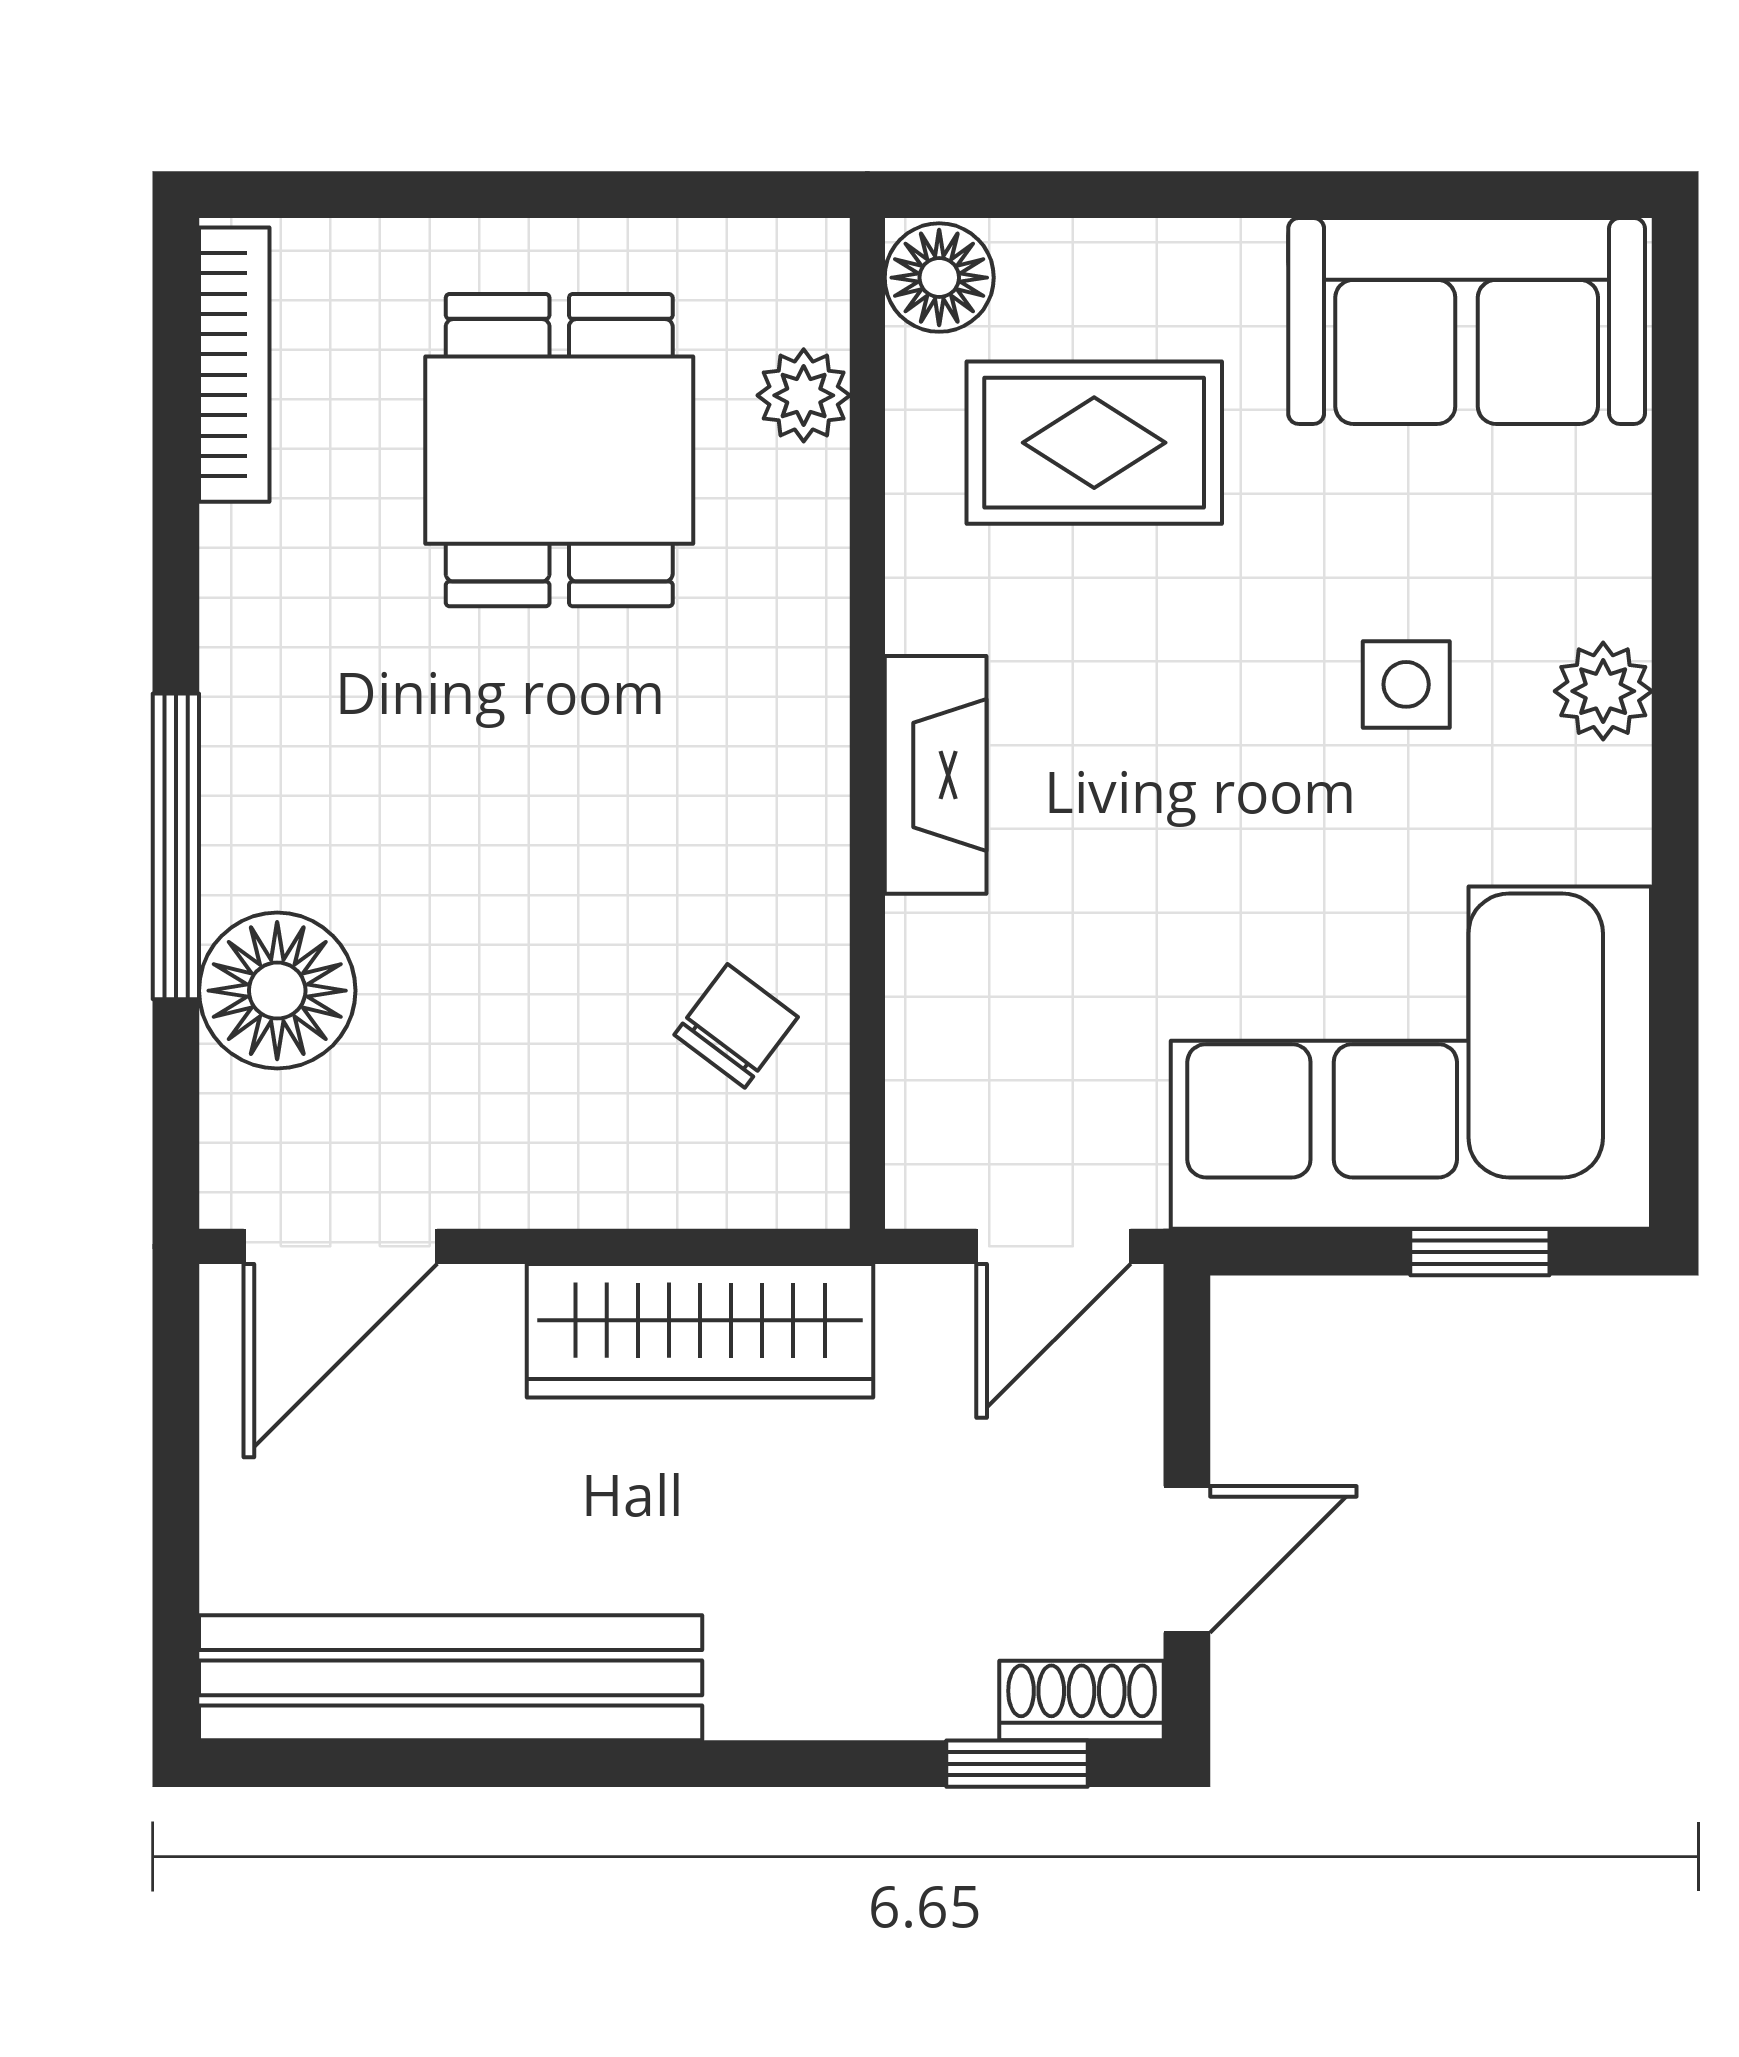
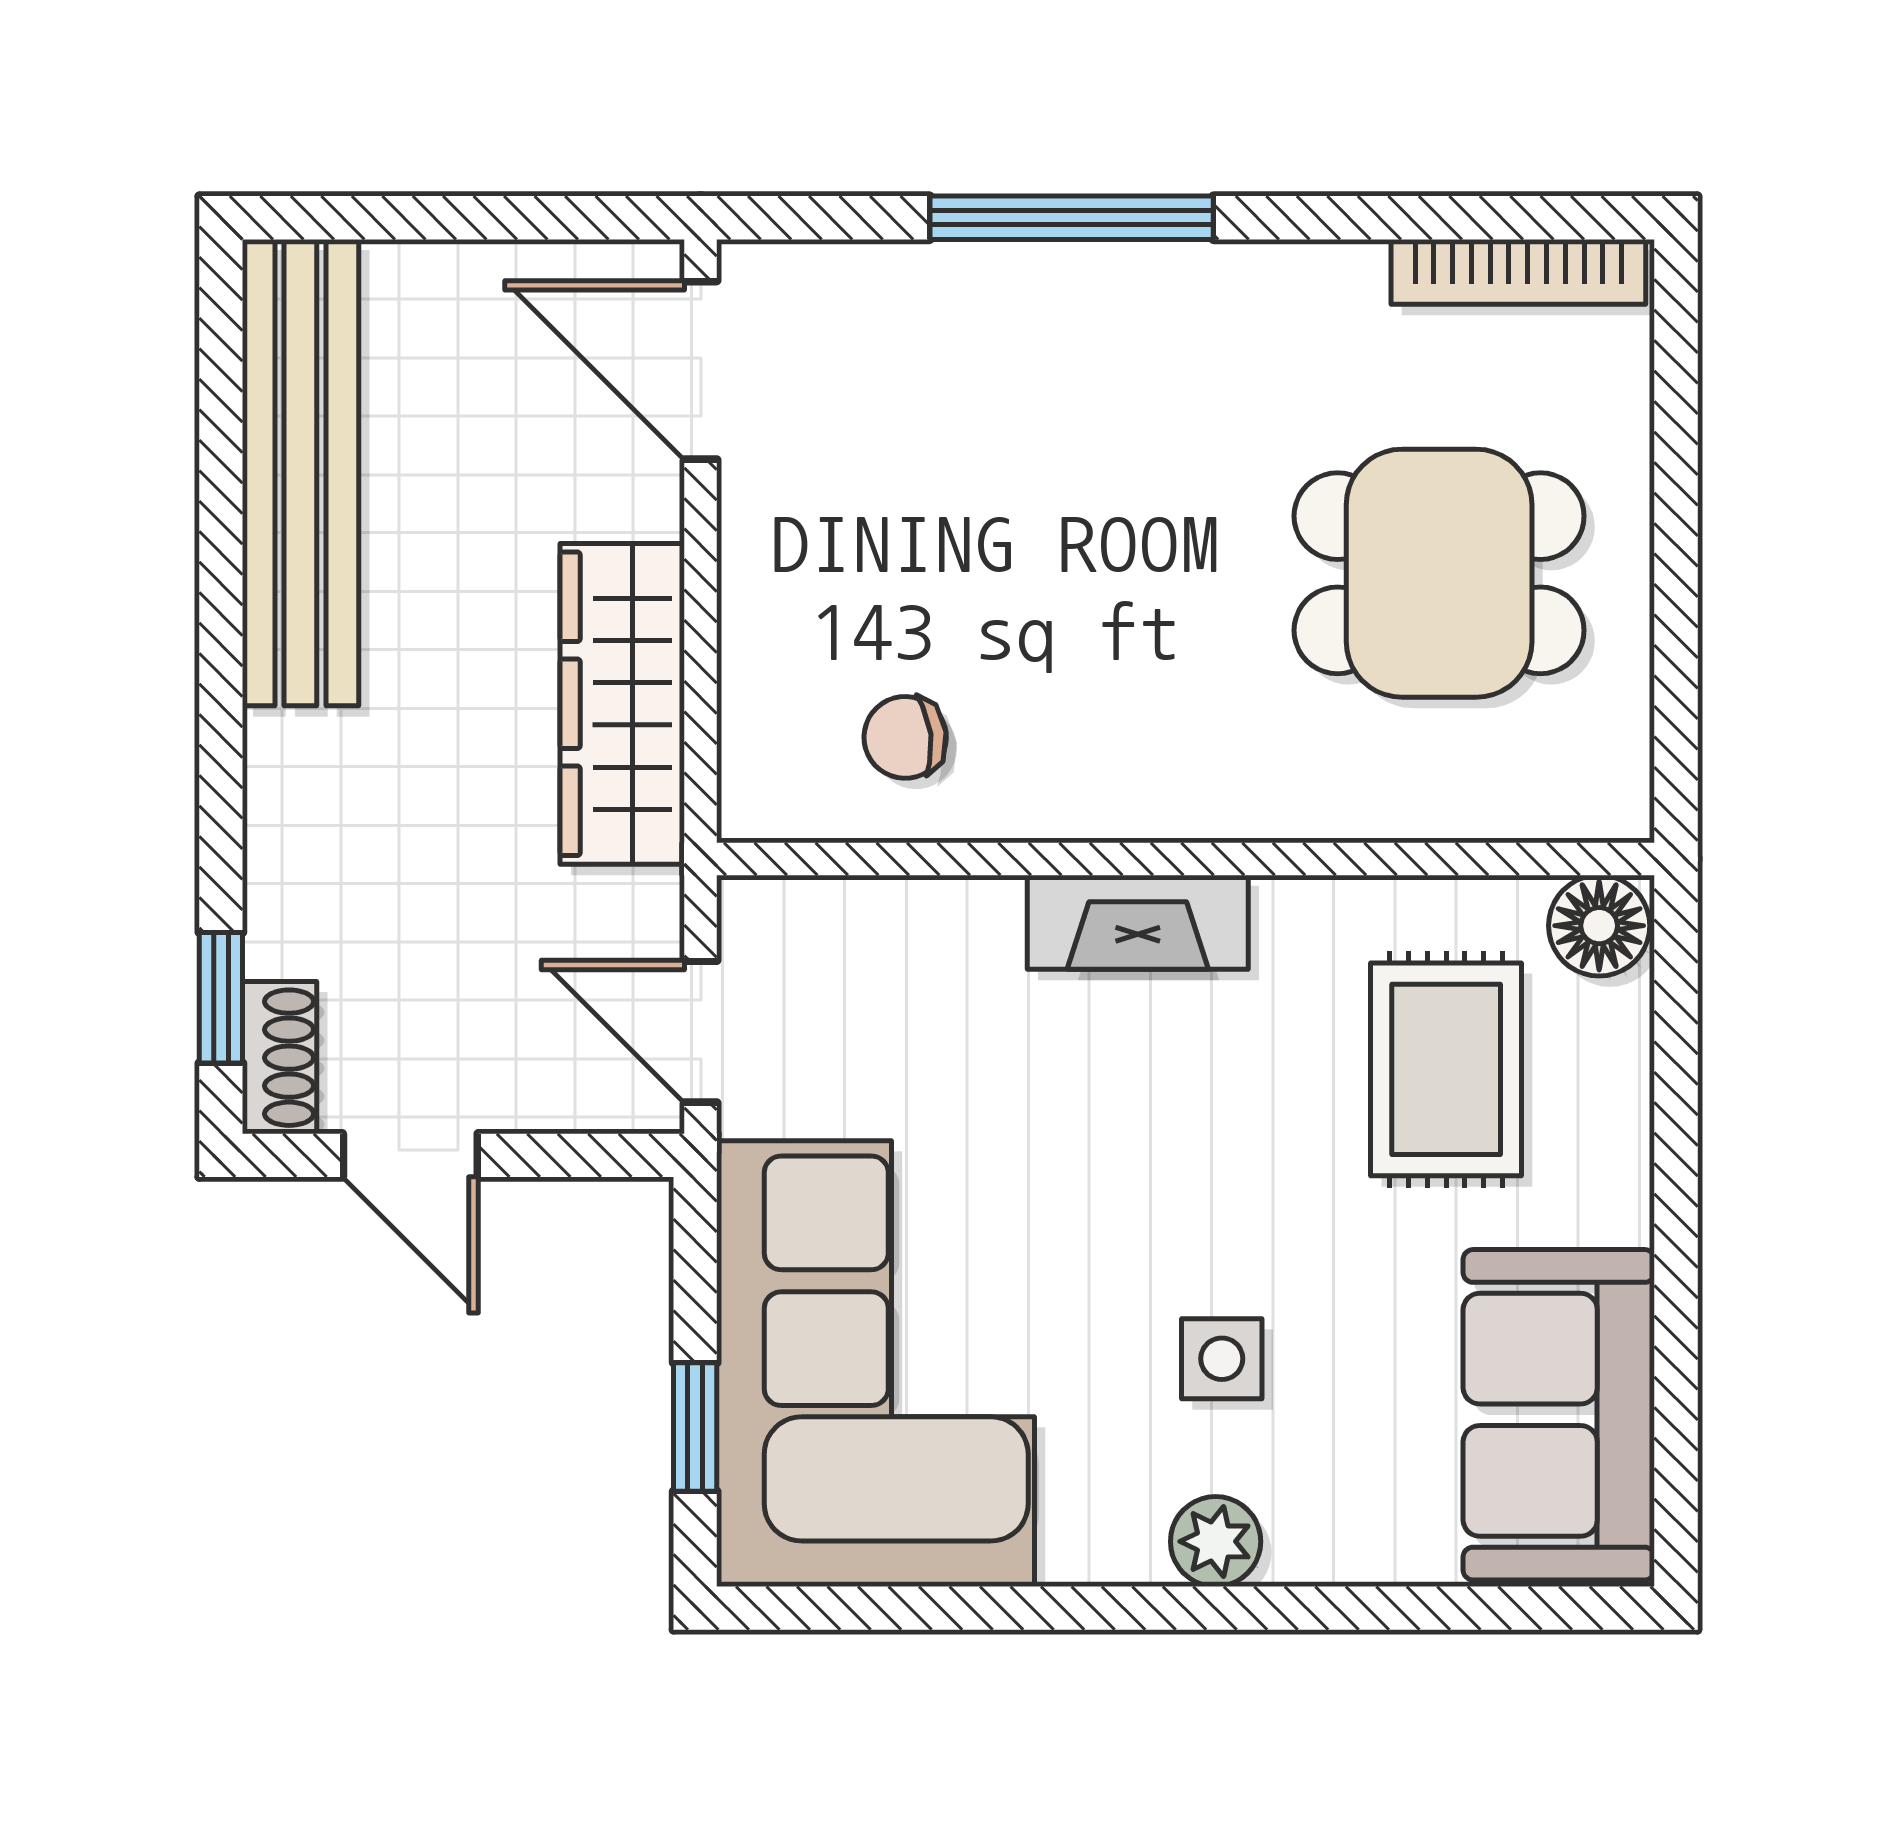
plant: (804, 395) -> (1490, 800), removed
floor lamp: (277, 991) -> (938, 312), removed
chair: (736, 1026) -> (905, 737), turned 136

